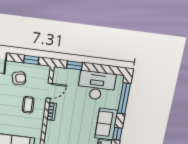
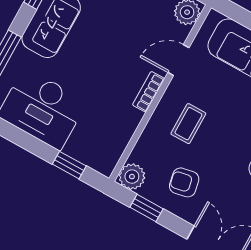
plant: (44, 72) -> (132, 177), added
door: (49, 91) -> (178, 60), moved

